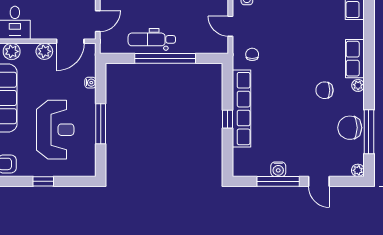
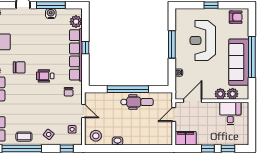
plant: (44, 51) -> (220, 94), moved
wheelchair: (286, 78) -> (45, 76), added
plant: (241, 157) -> (76, 22), added

